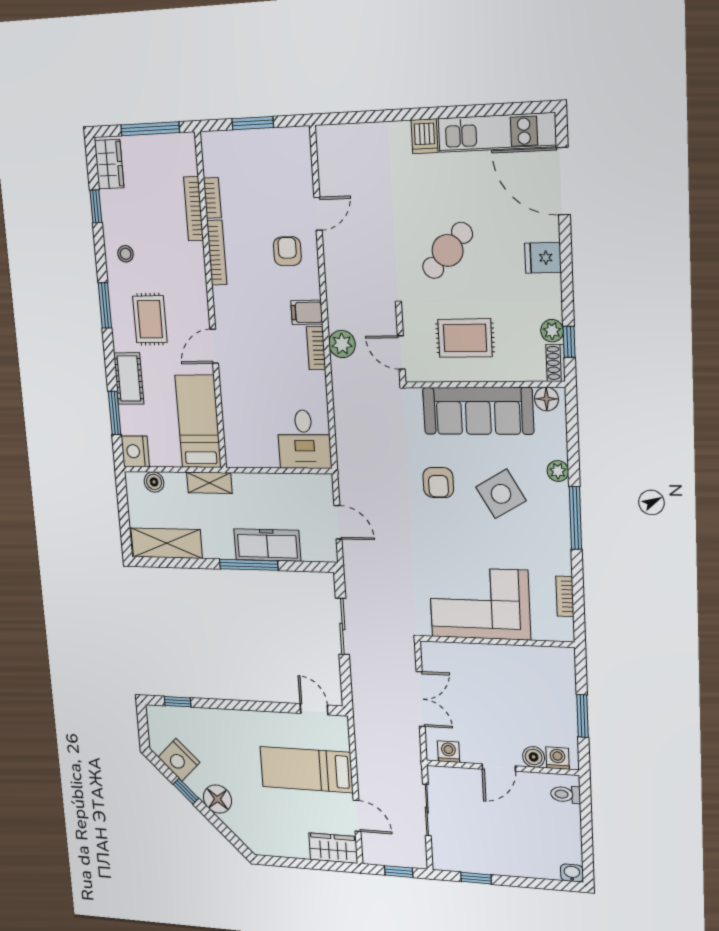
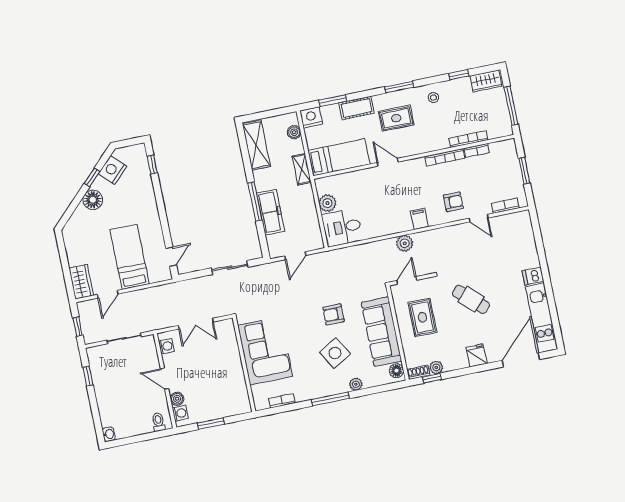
bookcase: (316, 348) -> (505, 206), moved
plant: (264, 454) -> (327, 203), added

